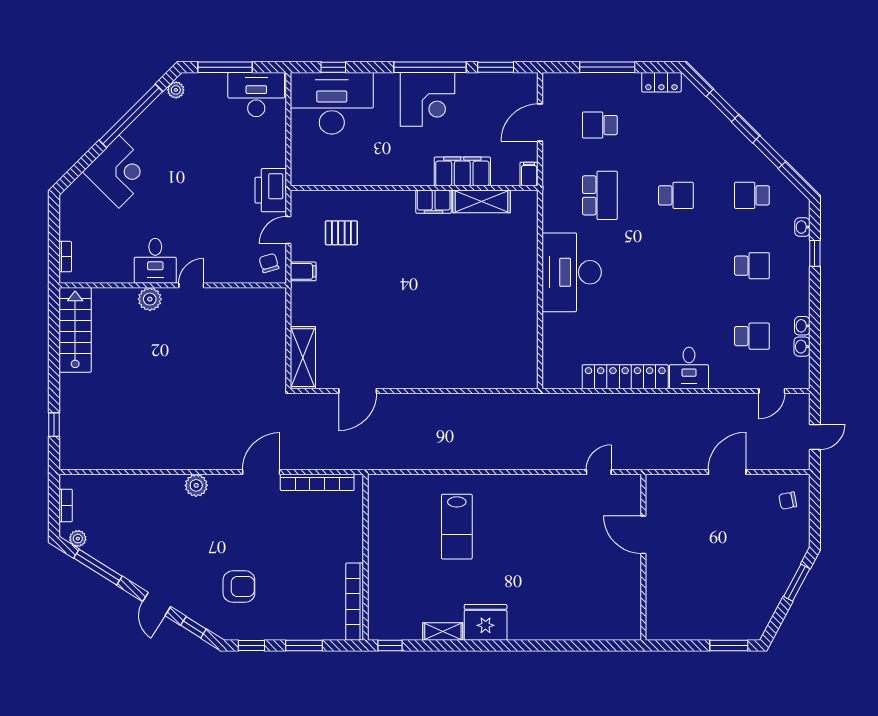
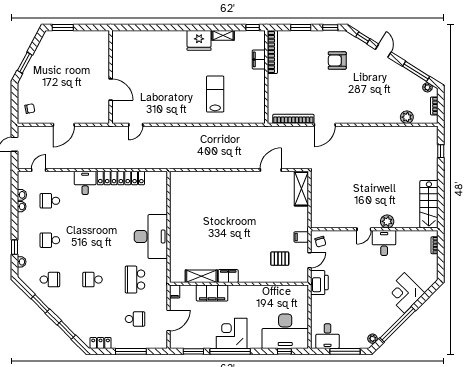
desk: (256, 94) -> (328, 336), width x0.73
plant: (196, 485) -> (407, 117), moved
filing cabinet: (379, 588) -> (259, 59), added

